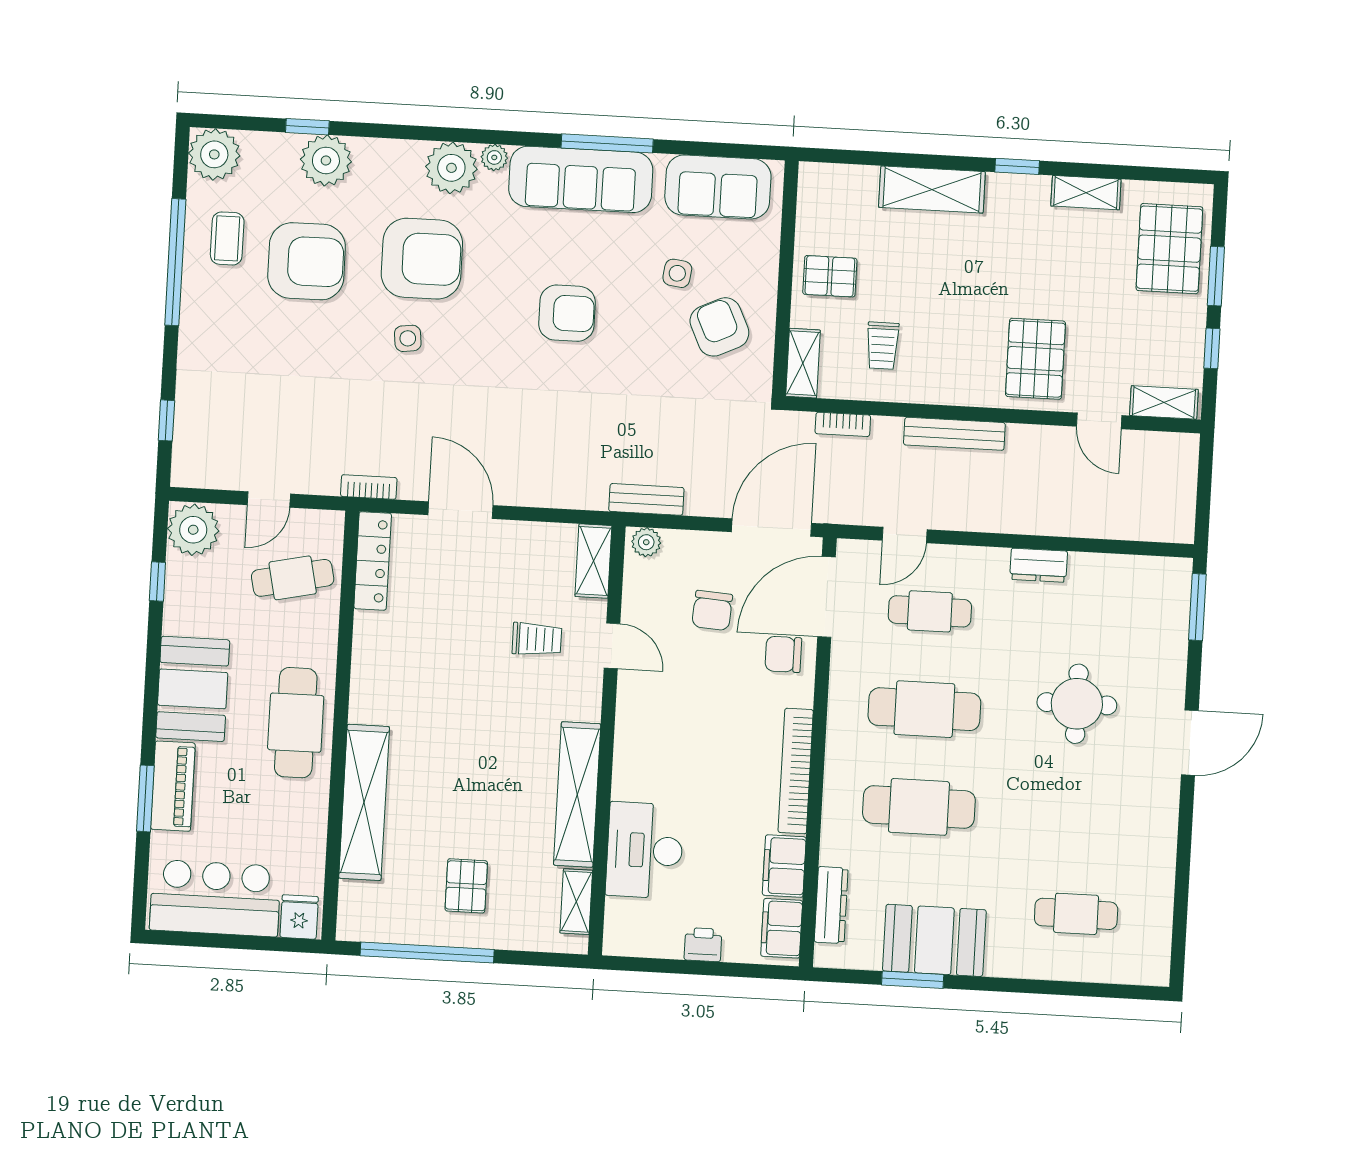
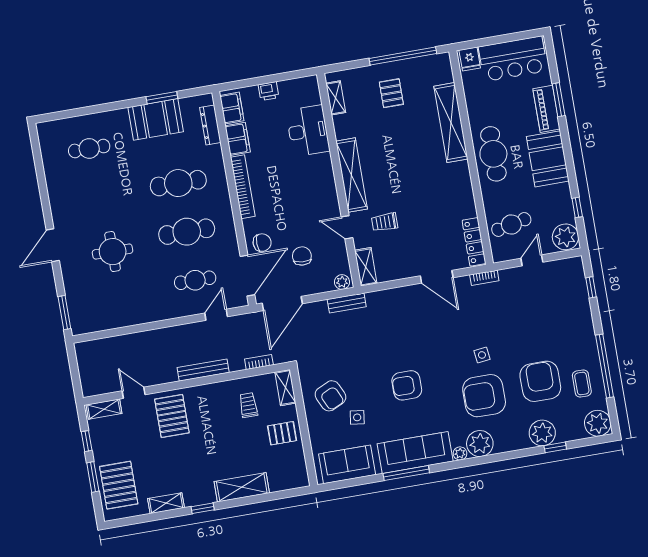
armchair: (307, 261) -> (540, 381), turned 90
dresser: (1039, 565) -> (147, 315), removed
shelving: (577, 794) -> (352, 175), moved

